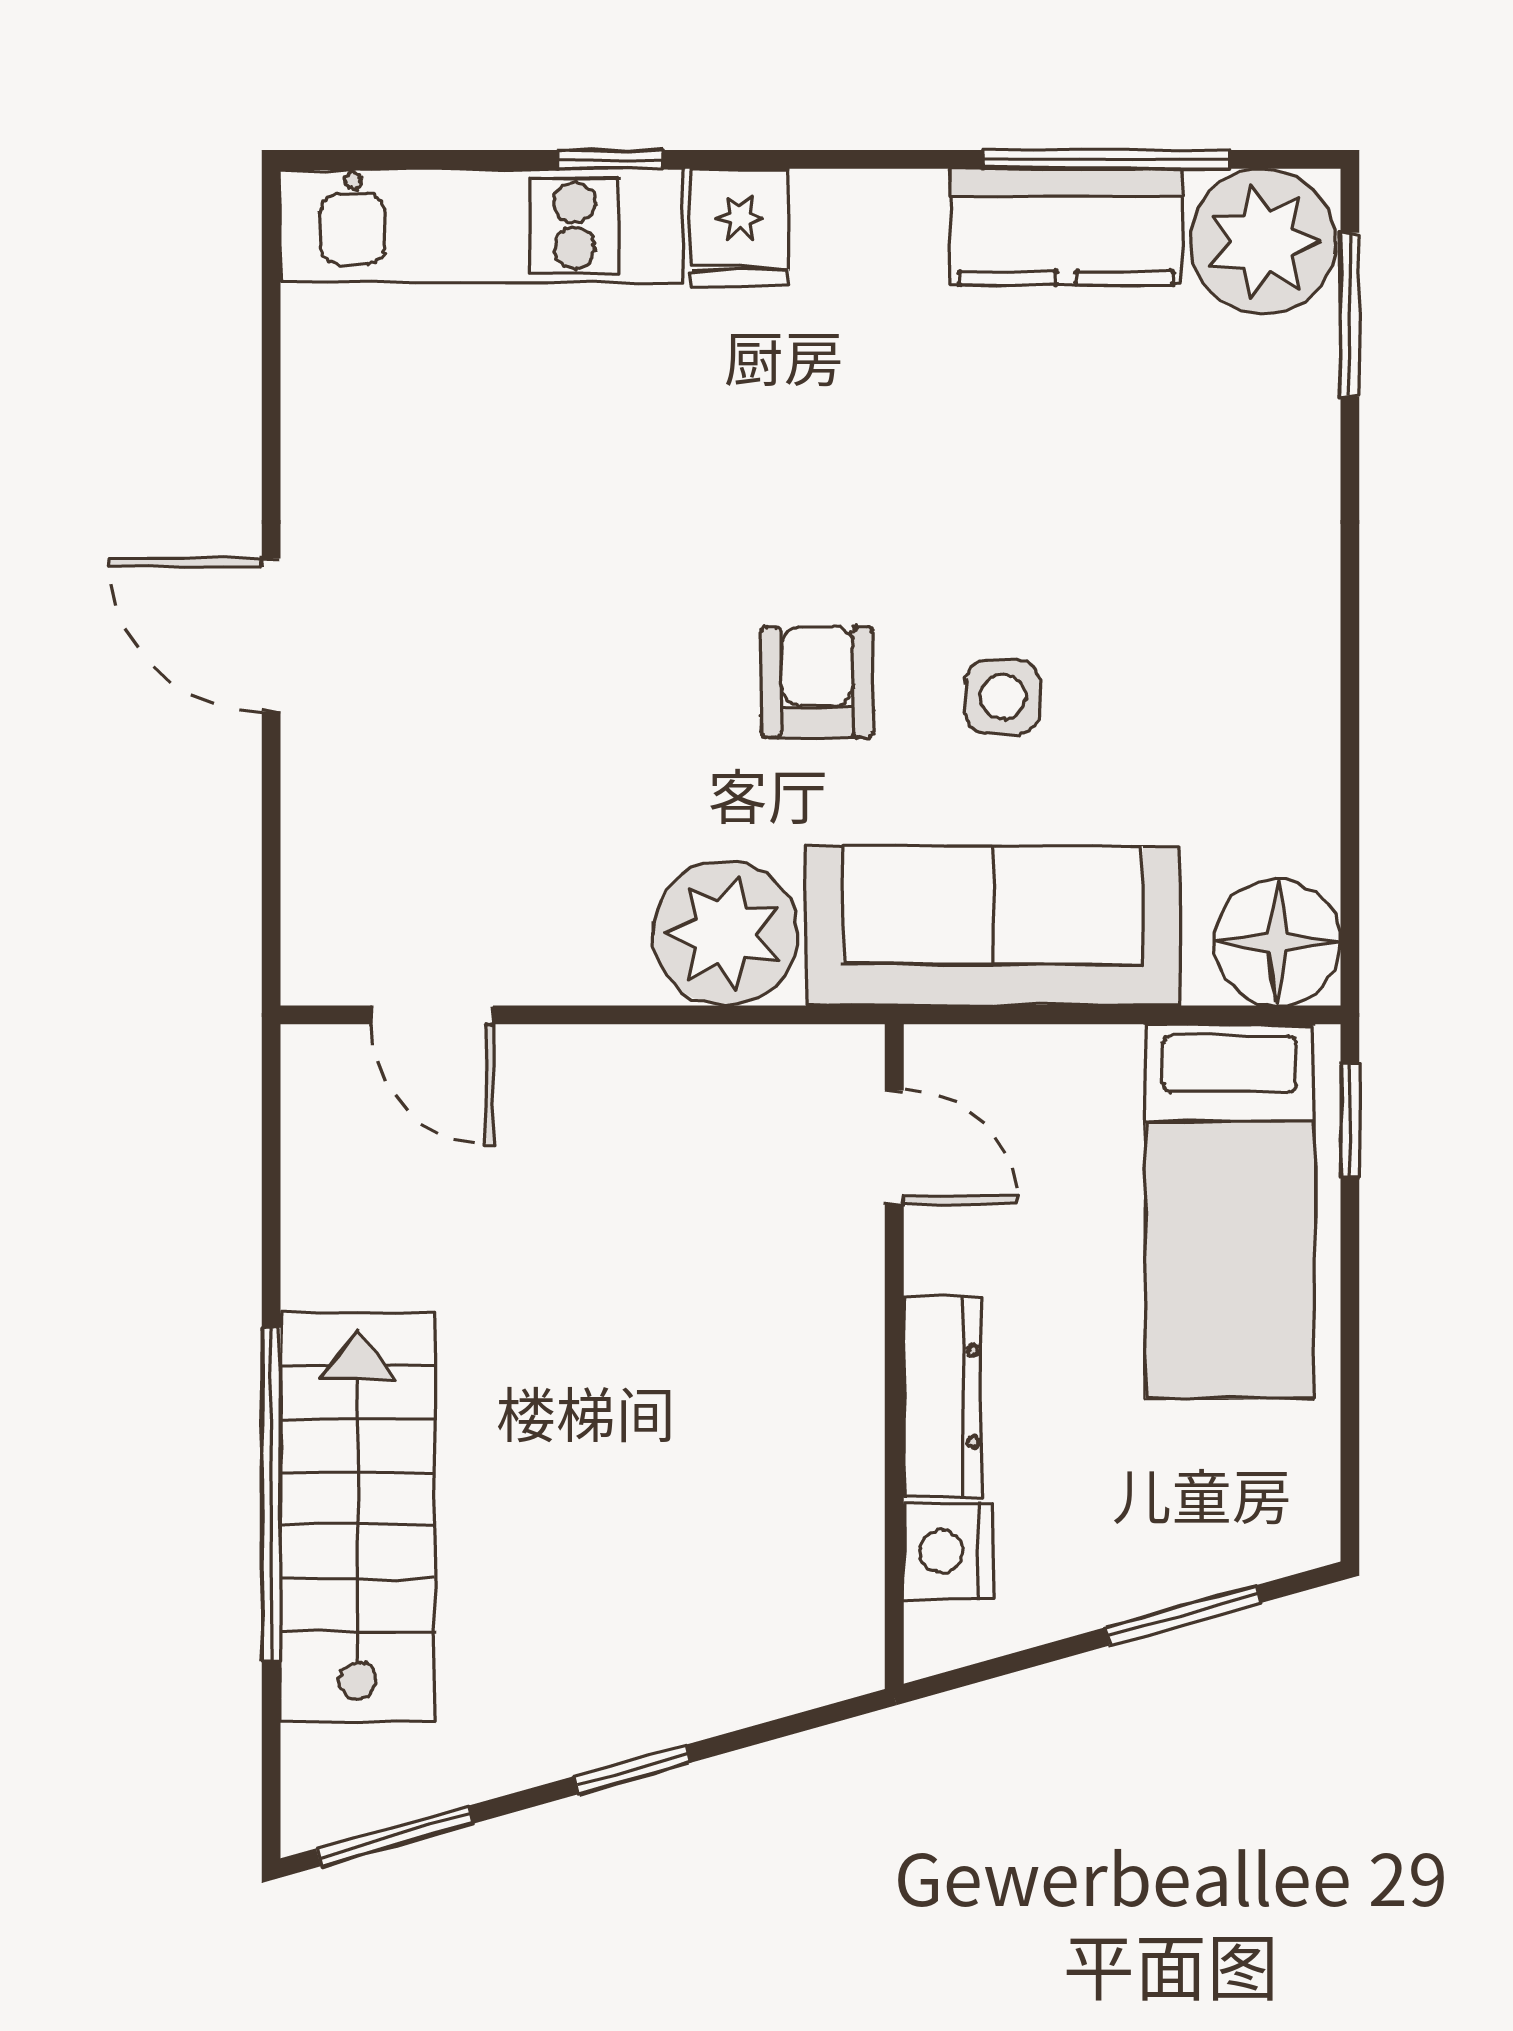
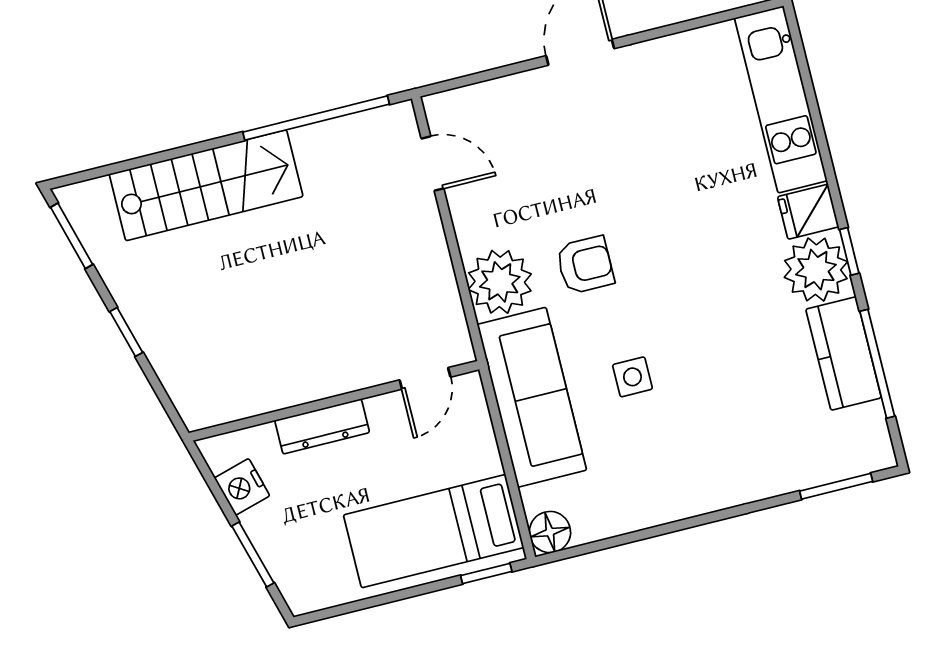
window: (610, 159) -> (849, 251), moved
plant: (1263, 242) -> (816, 270), moved
armchair: (817, 682) -> (585, 265), moved
floor lamp: (1277, 942) -> (550, 532), width x0.73, depth x0.73
door: (432, 1015) -> (432, 163), swing flipped
window: (271, 1494) -> (316, 118), moved
nightstand: (948, 1552) -> (242, 487), moved, turned -106

